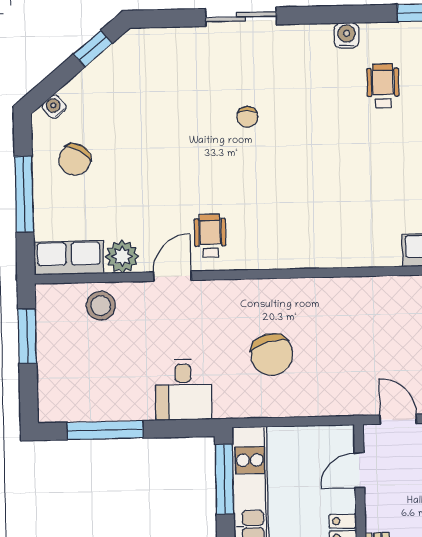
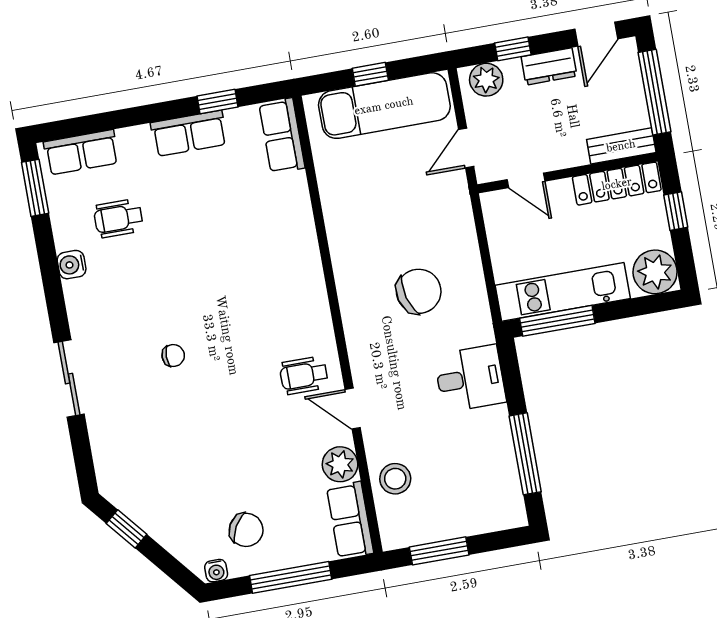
water cooler: (54, 107) -> (216, 571), moved, turned -50

